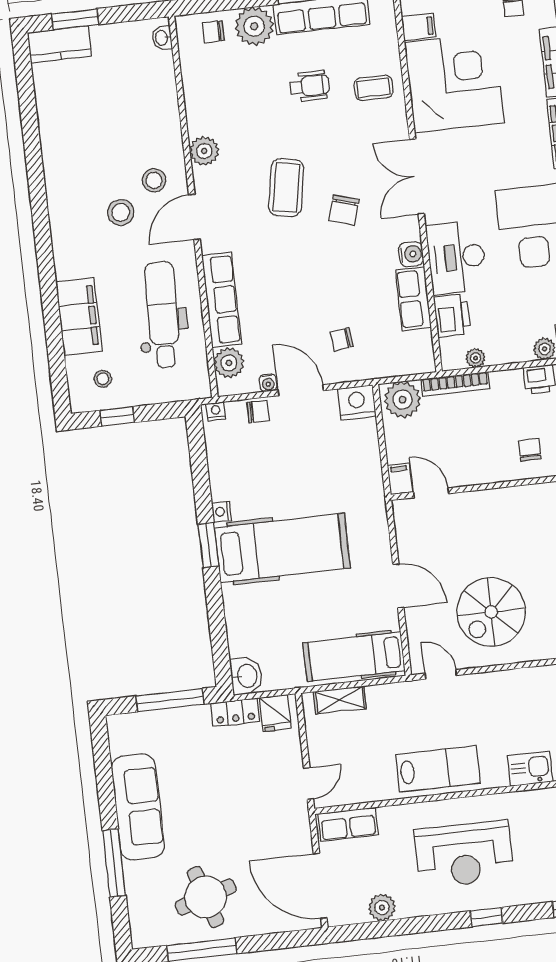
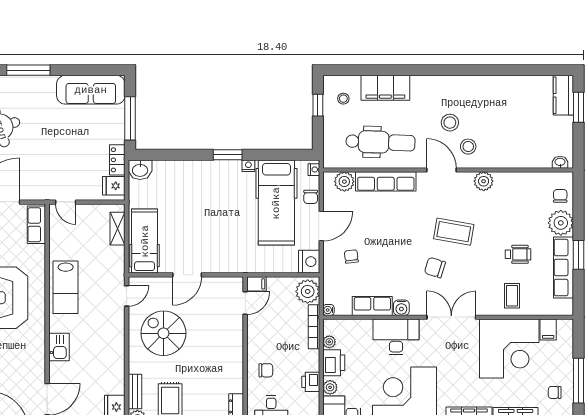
wheelchair: (310, 86) -> (518, 254), turned -90
printer: (452, 315) -> (334, 363), moved, turned -90
water cooler: (268, 383) -> (328, 310), moved
hospital bed: (282, 548) -> (276, 203), moved
sofa: (138, 807) -> (91, 90), moved

